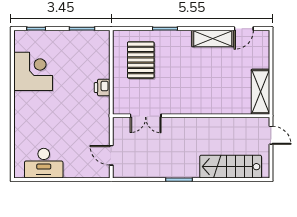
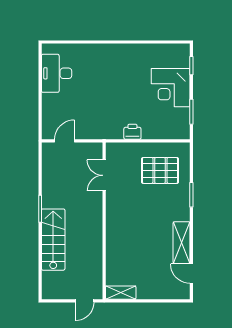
corner desk: (33, 71) -> (171, 88), moved, turned 90
shelving: (260, 92) -> (121, 293), width x0.67, depth x0.75
stairs: (231, 167) -> (53, 240), moved

